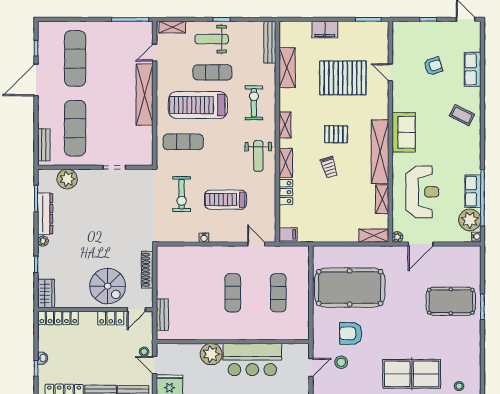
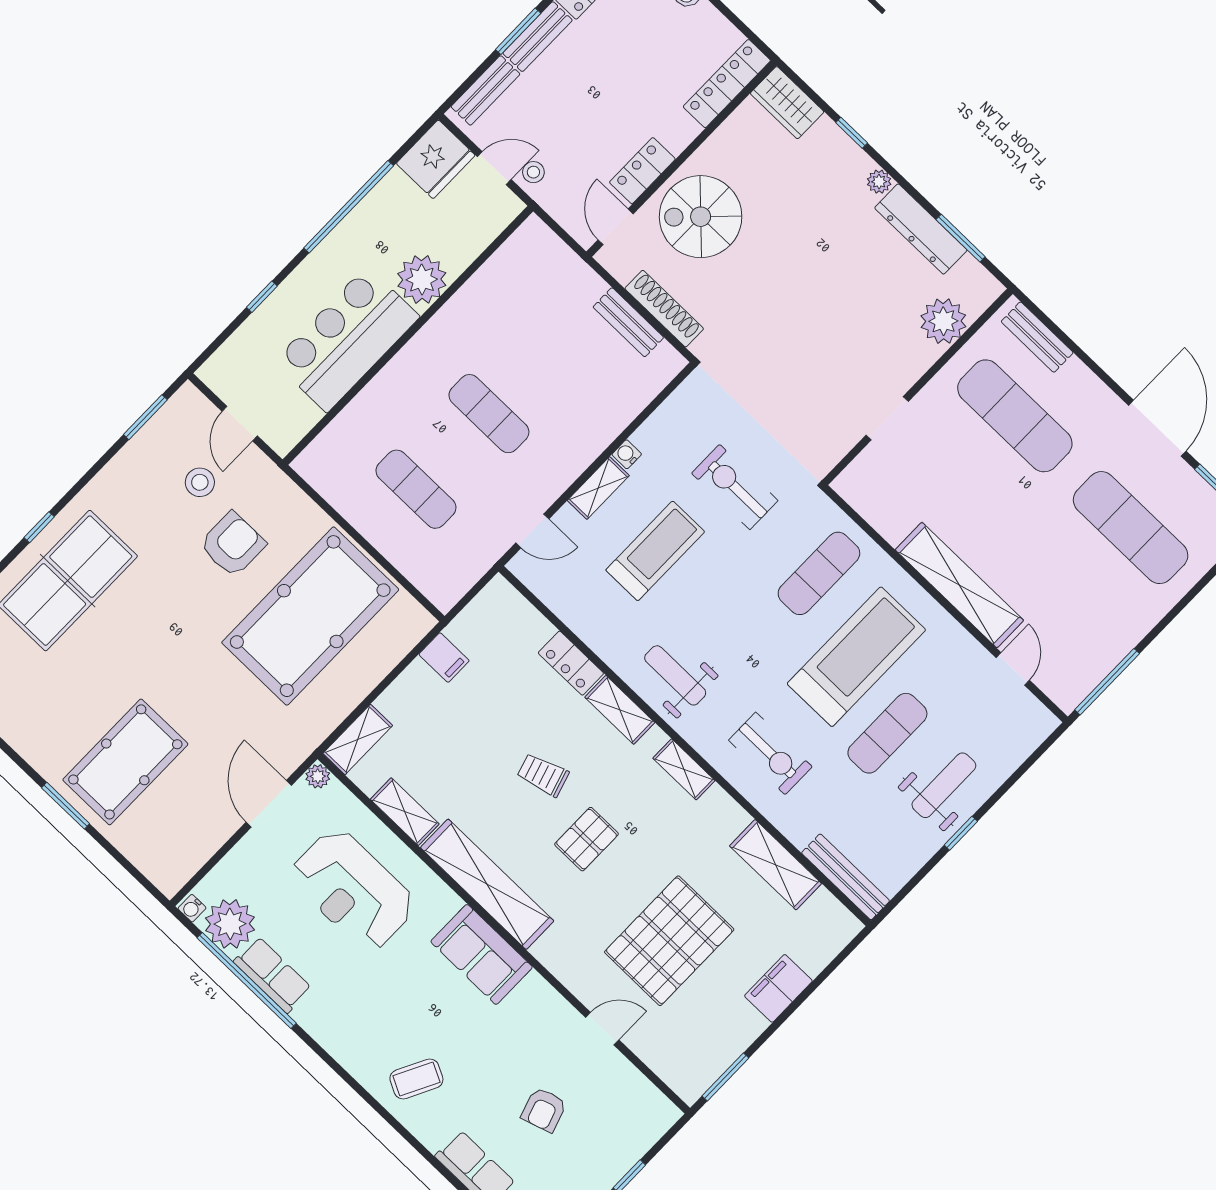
shelving: (172, 27) -> (598, 488), moved
filing cabinet: (288, 234) -> (444, 658), moved, turned -90
bench: (162, 315) -> (628, 322), moved

